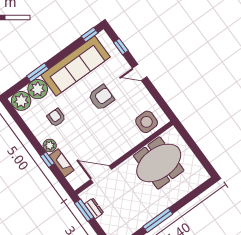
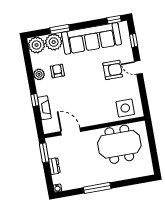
armchair: (101, 98) -> (113, 70), moved
plant: (50, 146) -> (39, 74), moved
dresser: (94, 208) -> (54, 166), moved

